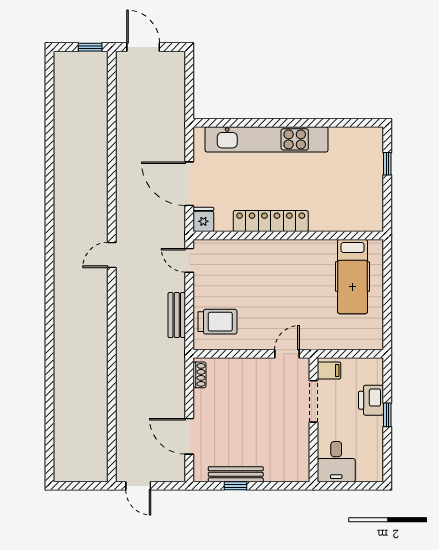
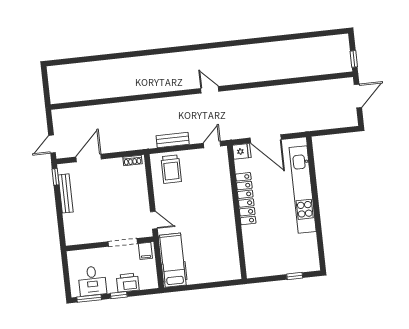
door: (189, 184) -> (266, 139), swing flipped
hospital bed: (352, 277) -> (173, 260), moved, turned 90
window: (387, 457) -> (89, 298), added
desk: (336, 462) -> (92, 281), moved, turned -90
door: (138, 486) -> (52, 144), moved
window: (236, 486) -> (56, 177), moved

